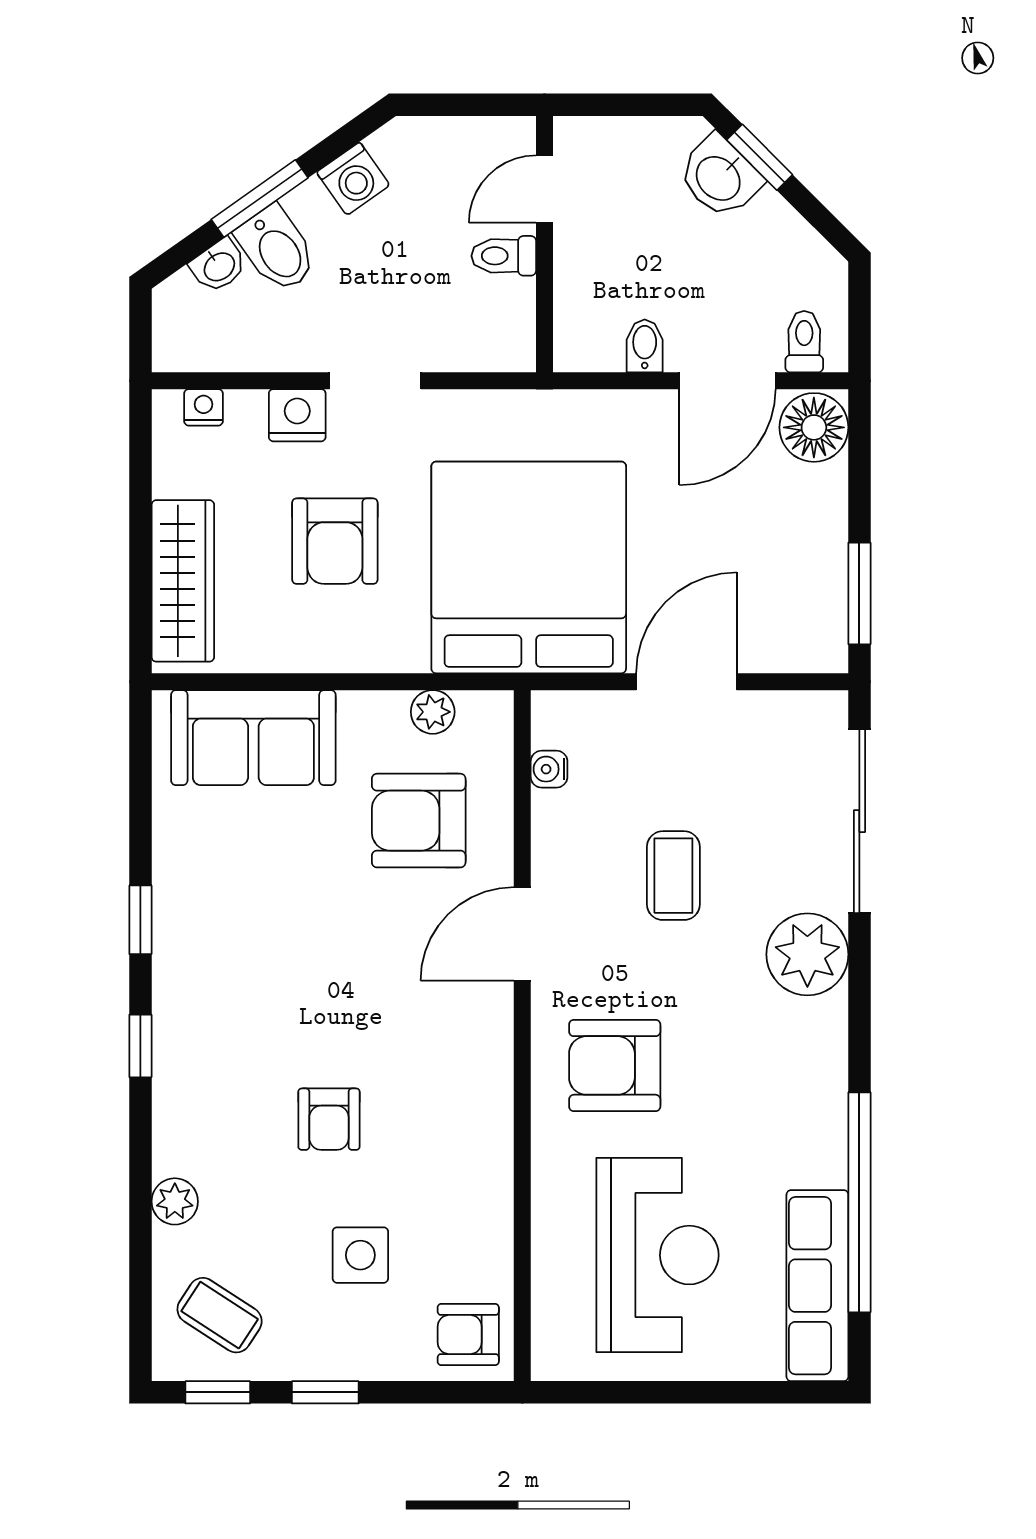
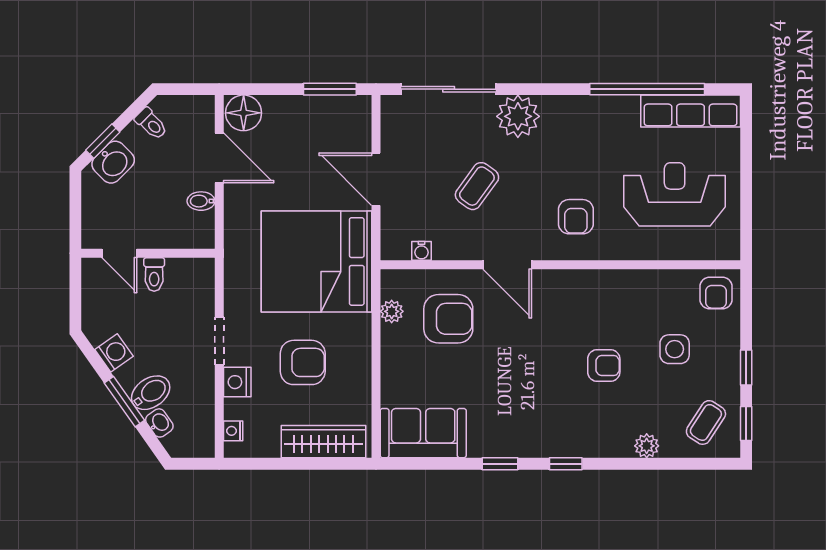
toilet: (804, 342) -> (151, 124), moved, turned -135
sofa: (253, 738) -> (423, 433), moved, turned -90
armchair: (419, 821) -> (448, 319), turned -90
coffee table: (673, 876) -> (477, 186), turned -54
armchair: (615, 1065) -> (576, 217), width x0.72, depth x0.72

